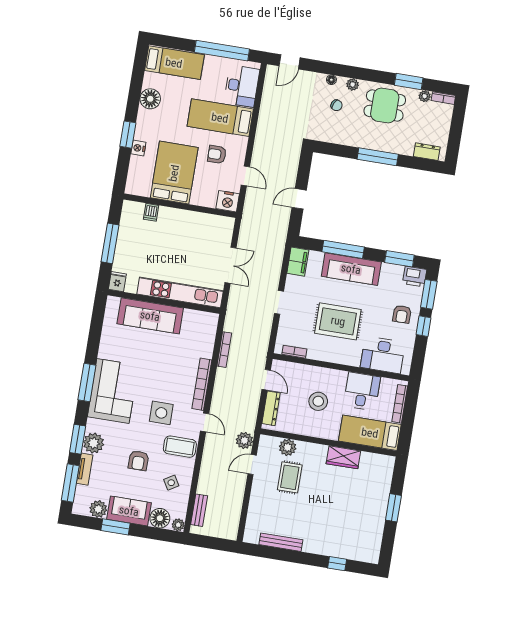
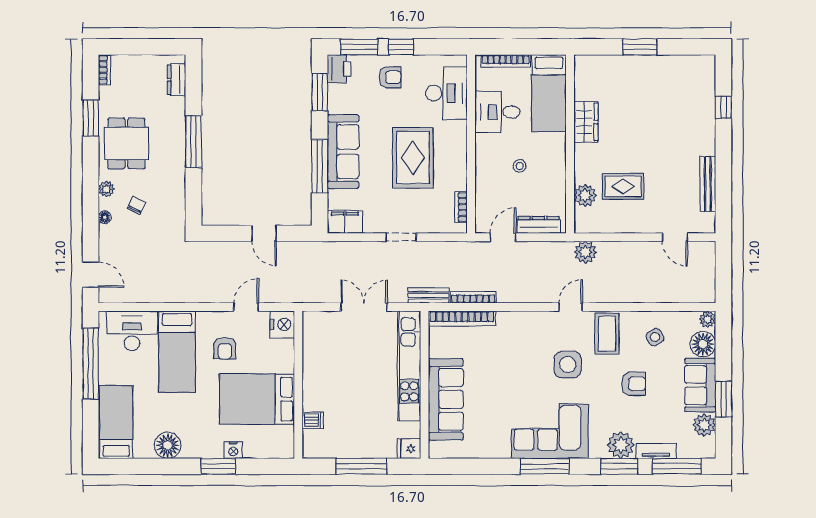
plant: (425, 96) -> (106, 94), removed
bookcase: (202, 384) -> (462, 319), moved
stool: (318, 401) -> (520, 166), width x0.53, depth x0.53
door: (252, 464) -> (675, 237), moved
bench: (199, 510) -> (428, 295), moved

